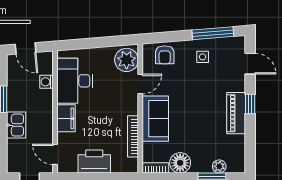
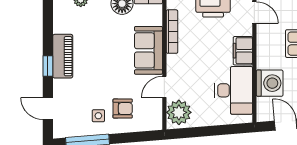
armchair: (165, 55) -> (123, 109), moved, turned 90
washing machine: (47, 82) -> (270, 83), width x1.89, depth x1.89

